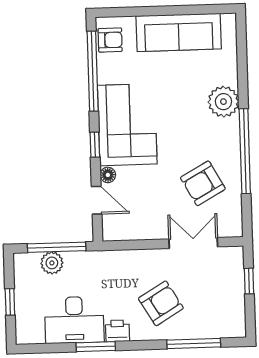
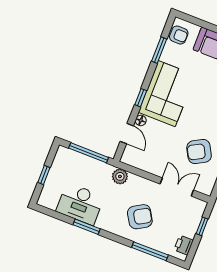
window: (93, 71) -> (159, 50), width x0.47
plant: (52, 263) -> (120, 176), moved
printer: (117, 331) -> (184, 245), moved, turned -90

